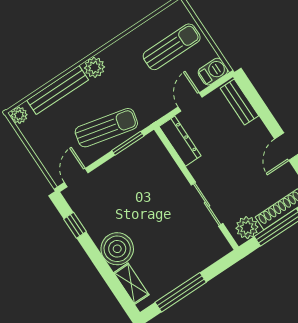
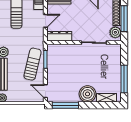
door: (190, 102) -> (45, 21), swing flipped
window: (75, 225) -> (65, 105), width x2.17

